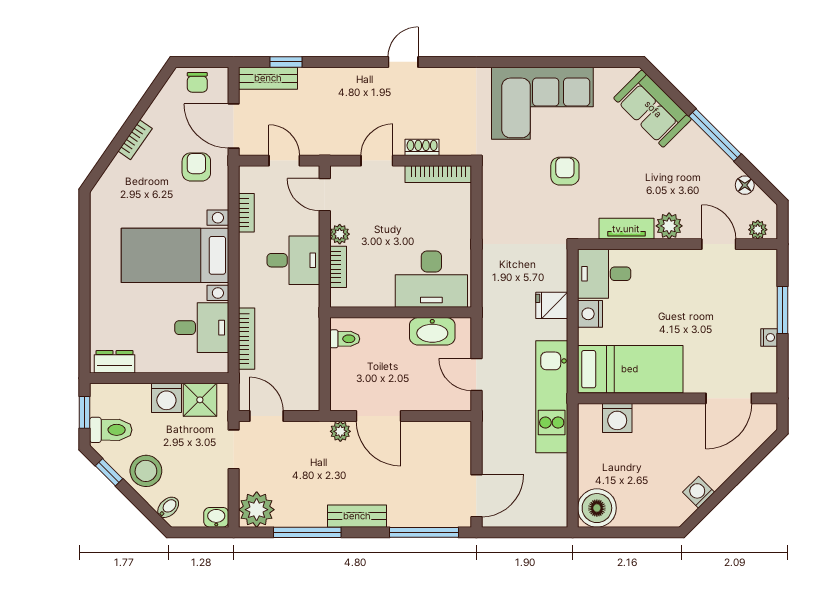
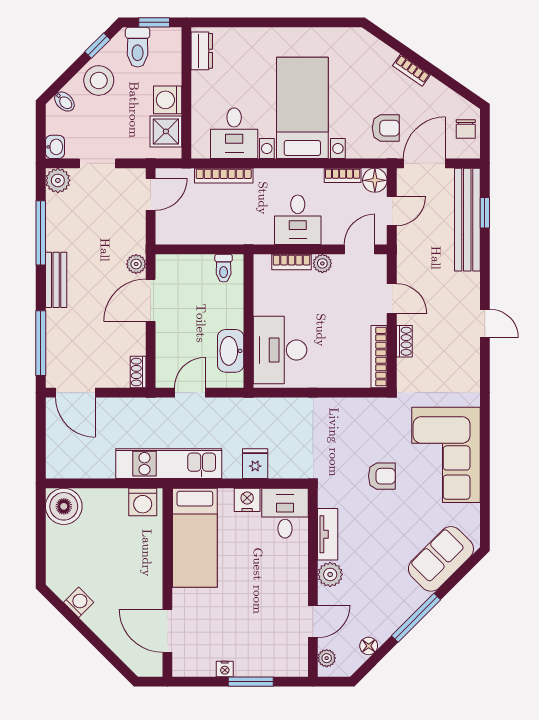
bench: (268, 78) -> (467, 220), width x1.86, depth x1.21
chair: (197, 82) -> (466, 129), turned -90
floor lamp: (252, 179) -> (375, 180), added
washing machine: (617, 418) -> (143, 502), moved, turned -90
shoe rack: (455, 429) -> (138, 372), added
doorway: (234, 449) -> (98, 163), moved
plant: (257, 510) -> (58, 180), width x0.73, depth x0.73

